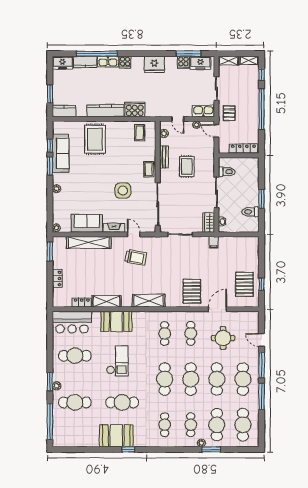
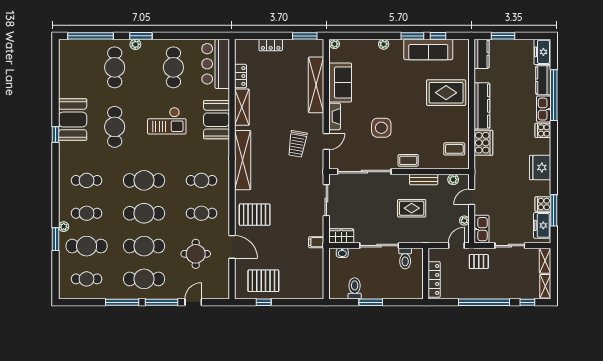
shelving: (149, 301) -> (243, 160), width x1.47
cafe table: (243, 425) -> (87, 279), width x0.73, depth x0.74

